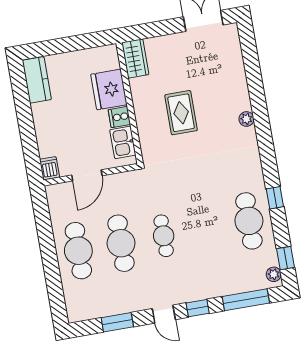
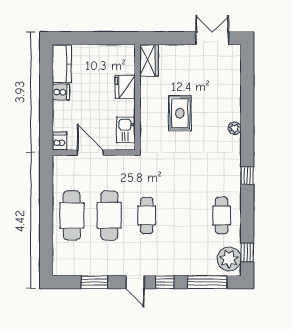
fridge: (109, 89) -> (125, 87), width x0.73, depth x0.75
cooker: (119, 117) -> (61, 92), moved, turned 180
door: (87, 175) -> (90, 153), swing flipped
window: (275, 198) -> (247, 176), moved
cafe table: (249, 221) -> (222, 215), width x0.73, depth x0.74
plant: (274, 274) -> (229, 259), width x1.87, depth x1.87

